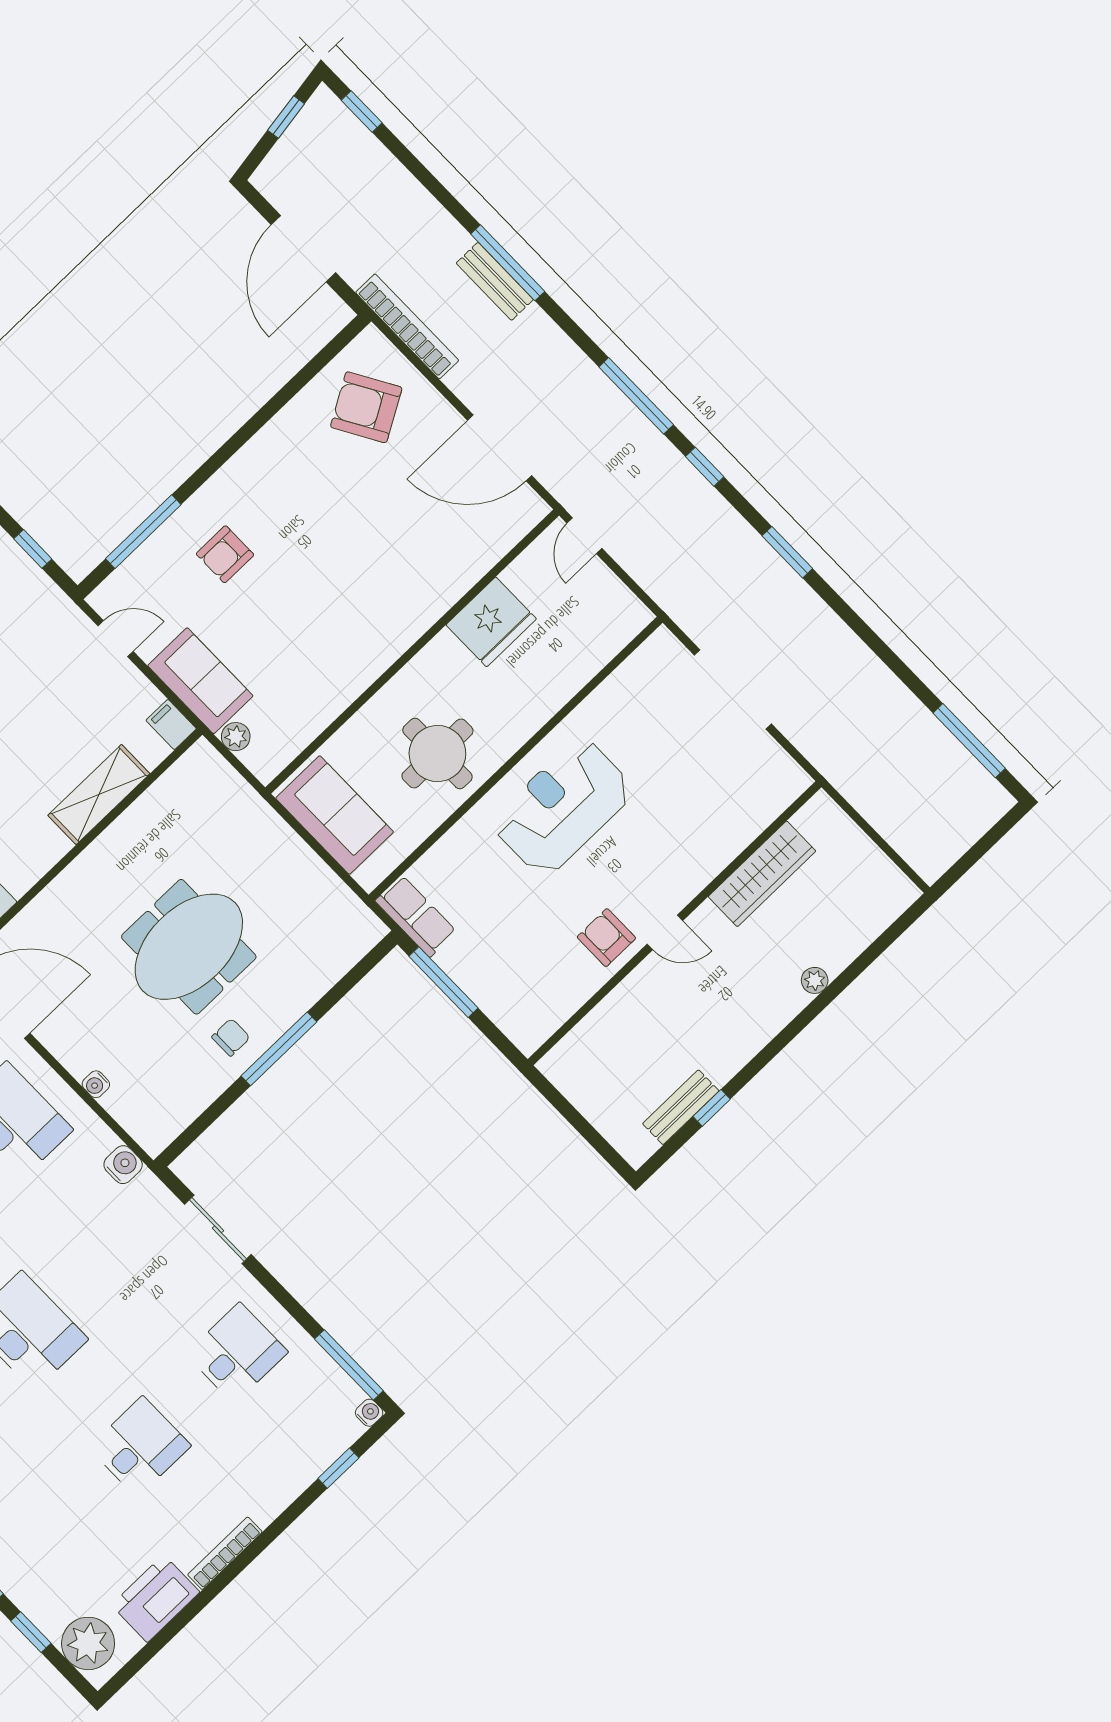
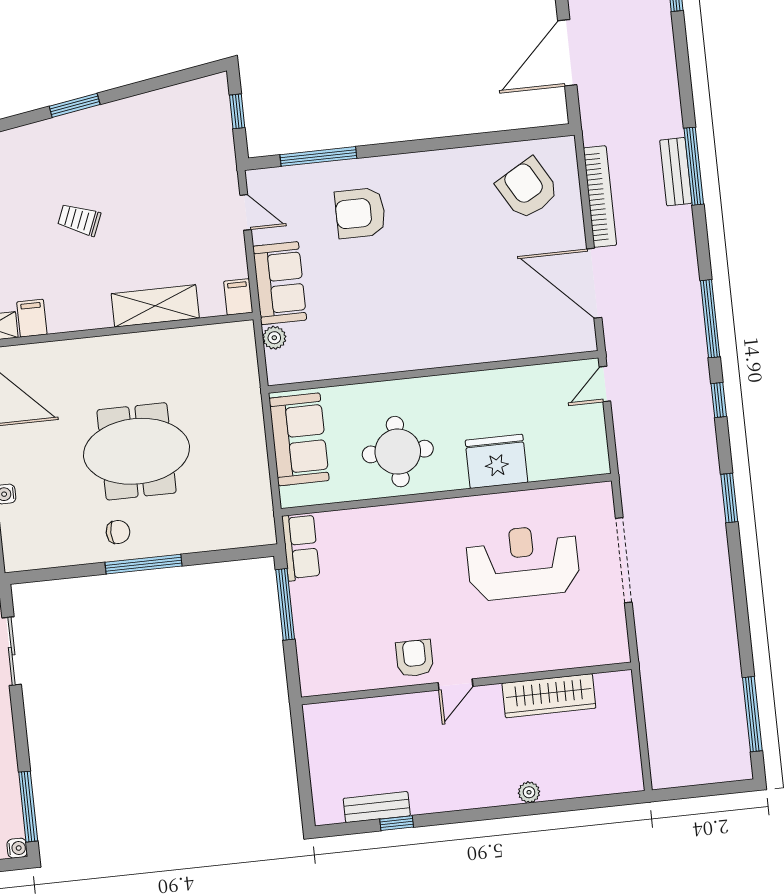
bookcase: (407, 326) -> (600, 197), moved
armchair: (225, 554) -> (360, 213), width x1.38, depth x1.38
fridge: (491, 622) -> (496, 461), moved, turned 180
reception desk: (563, 807) -> (523, 562), moved
door: (665, 932) -> (455, 685), hinge flipped

